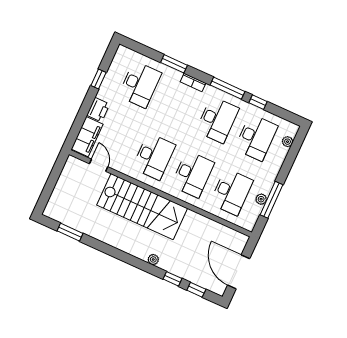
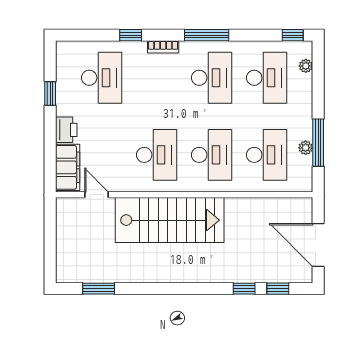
window: (174, 64) -> (131, 35), width x0.67
window: (258, 102) -> (293, 35), moved
plant: (153, 259) -> (211, 276), removed

